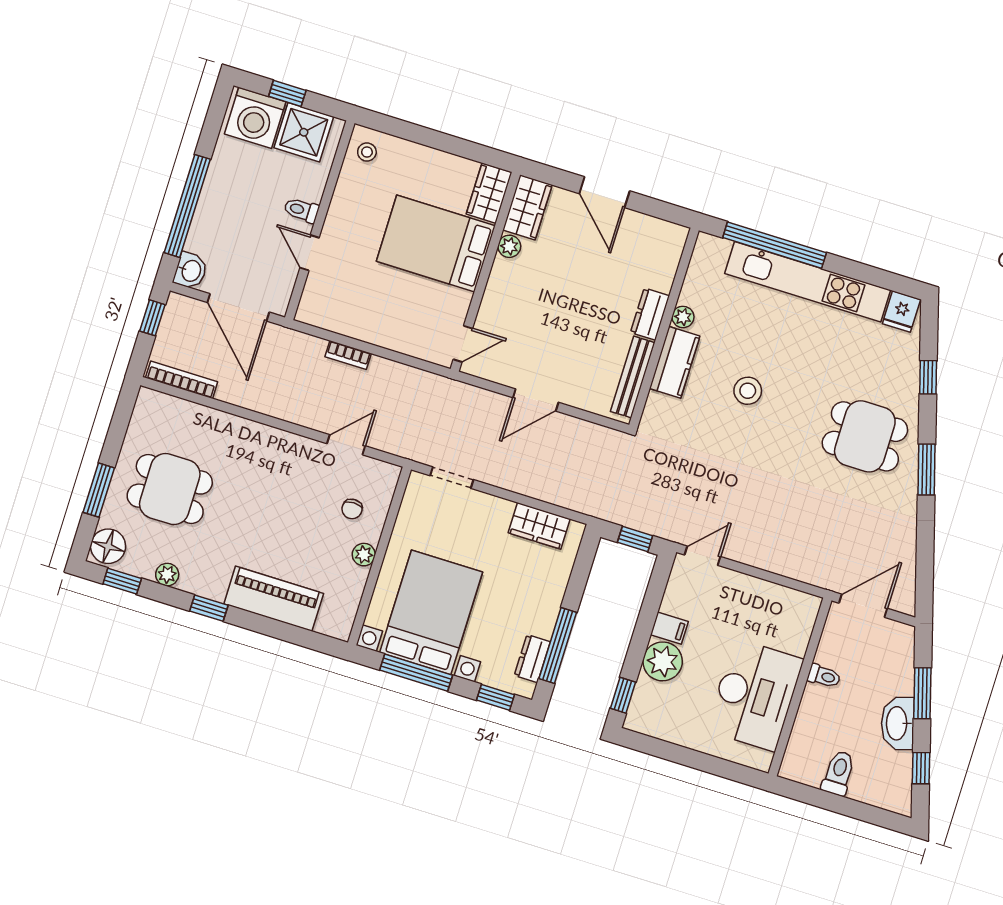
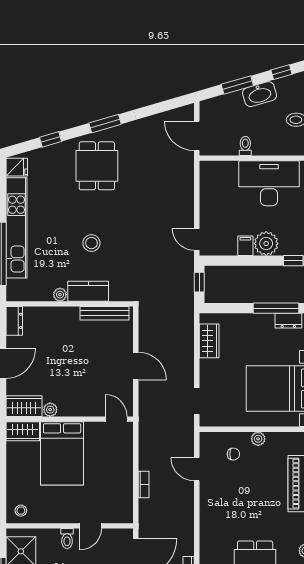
dresser: (650, 314) -> (14, 321), moved, turned -90

